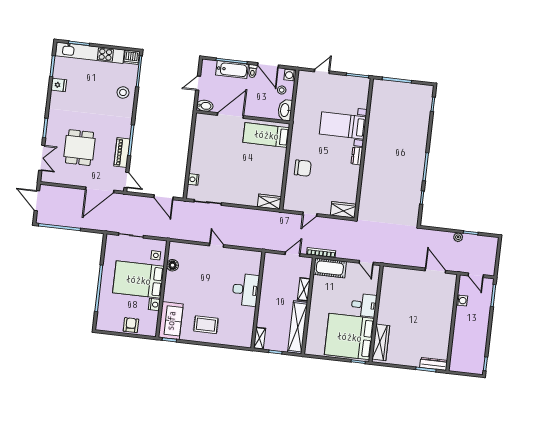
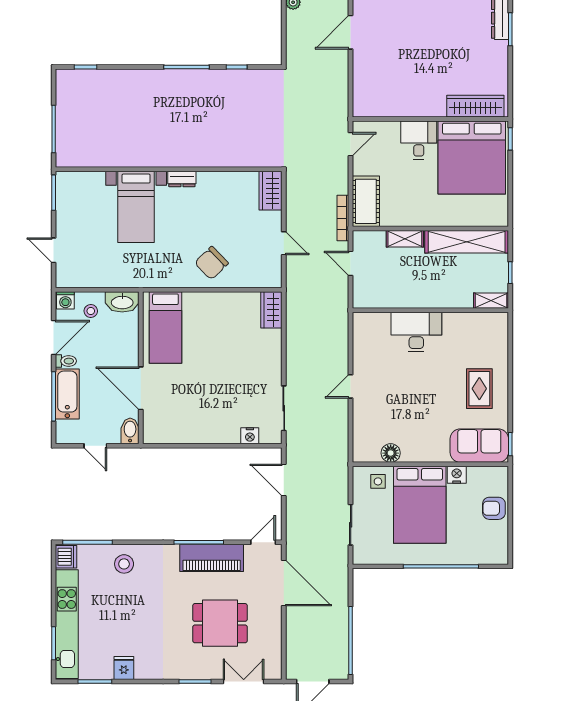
piano: (122, 153) -> (212, 558), width x1.37, depth x1.33
chair: (303, 168) -> (211, 263), turned -134
door: (163, 197) -> (284, 480), swing flipped

